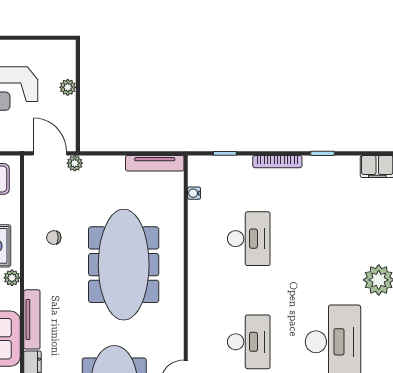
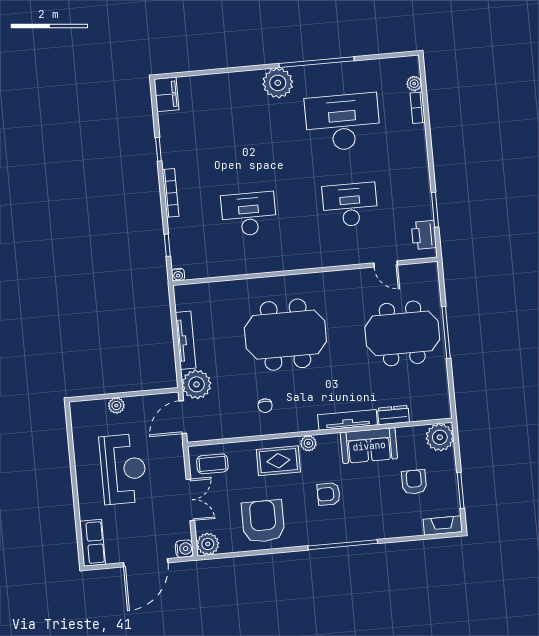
plant: (75, 163) -> (196, 384), width x1.87, depth x1.87
tv unit: (155, 163) -> (186, 340), moved
water cooler: (194, 193) -> (178, 275), moved
meeting table: (124, 265) -> (285, 335), width x0.73

